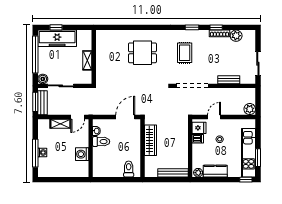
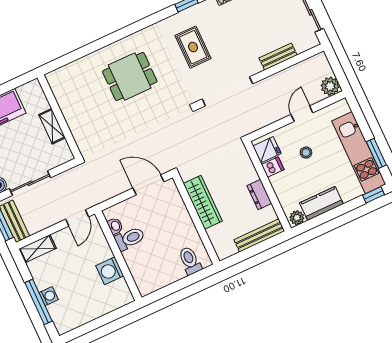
door: (125, 117) -> (149, 185), hinge flipped
door: (214, 117) -> (302, 114), moved
shelving: (60, 124) -> (37, 249), moved
dresser: (183, 150) -> (259, 194), added

